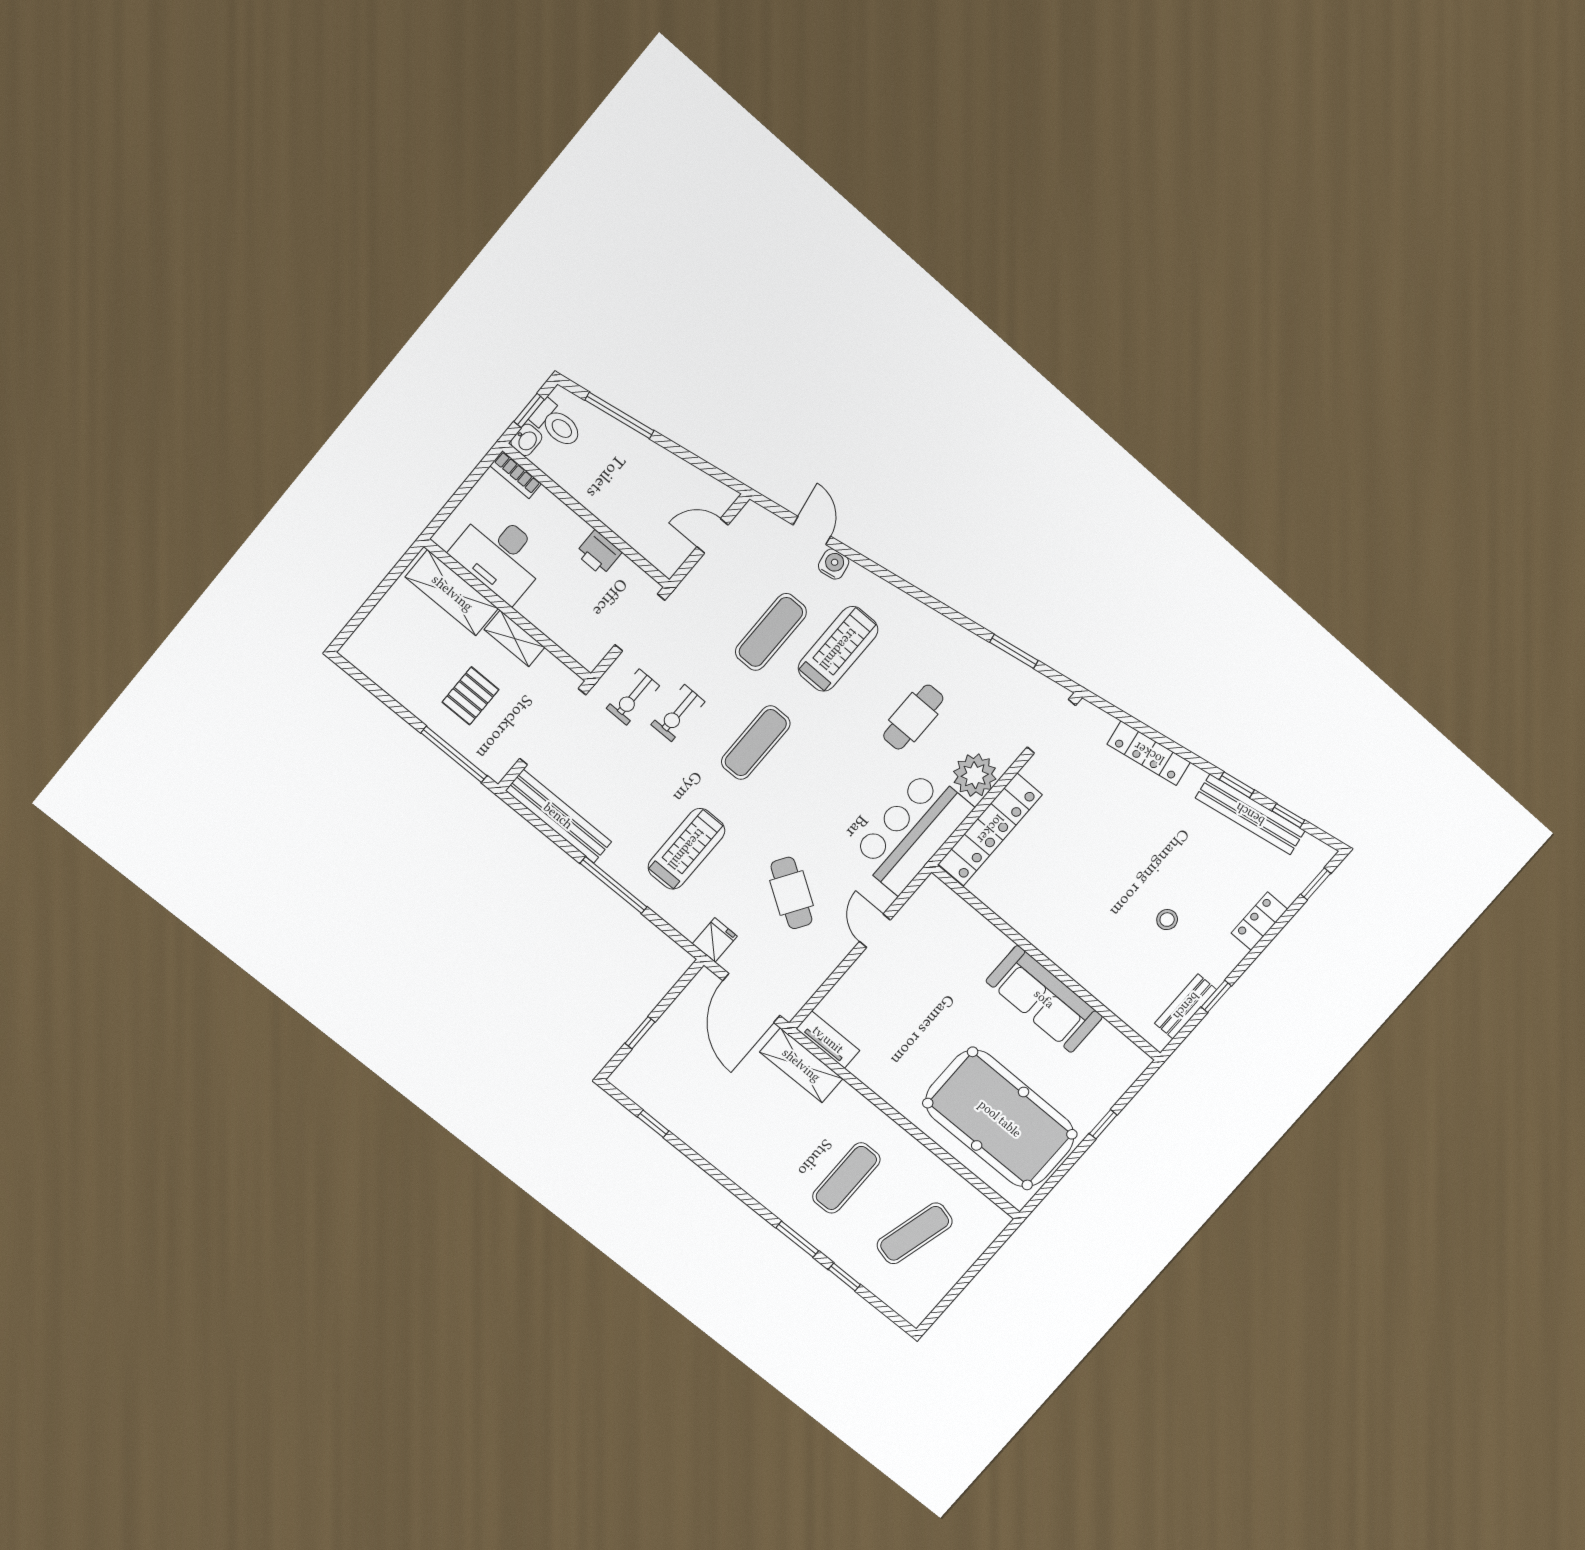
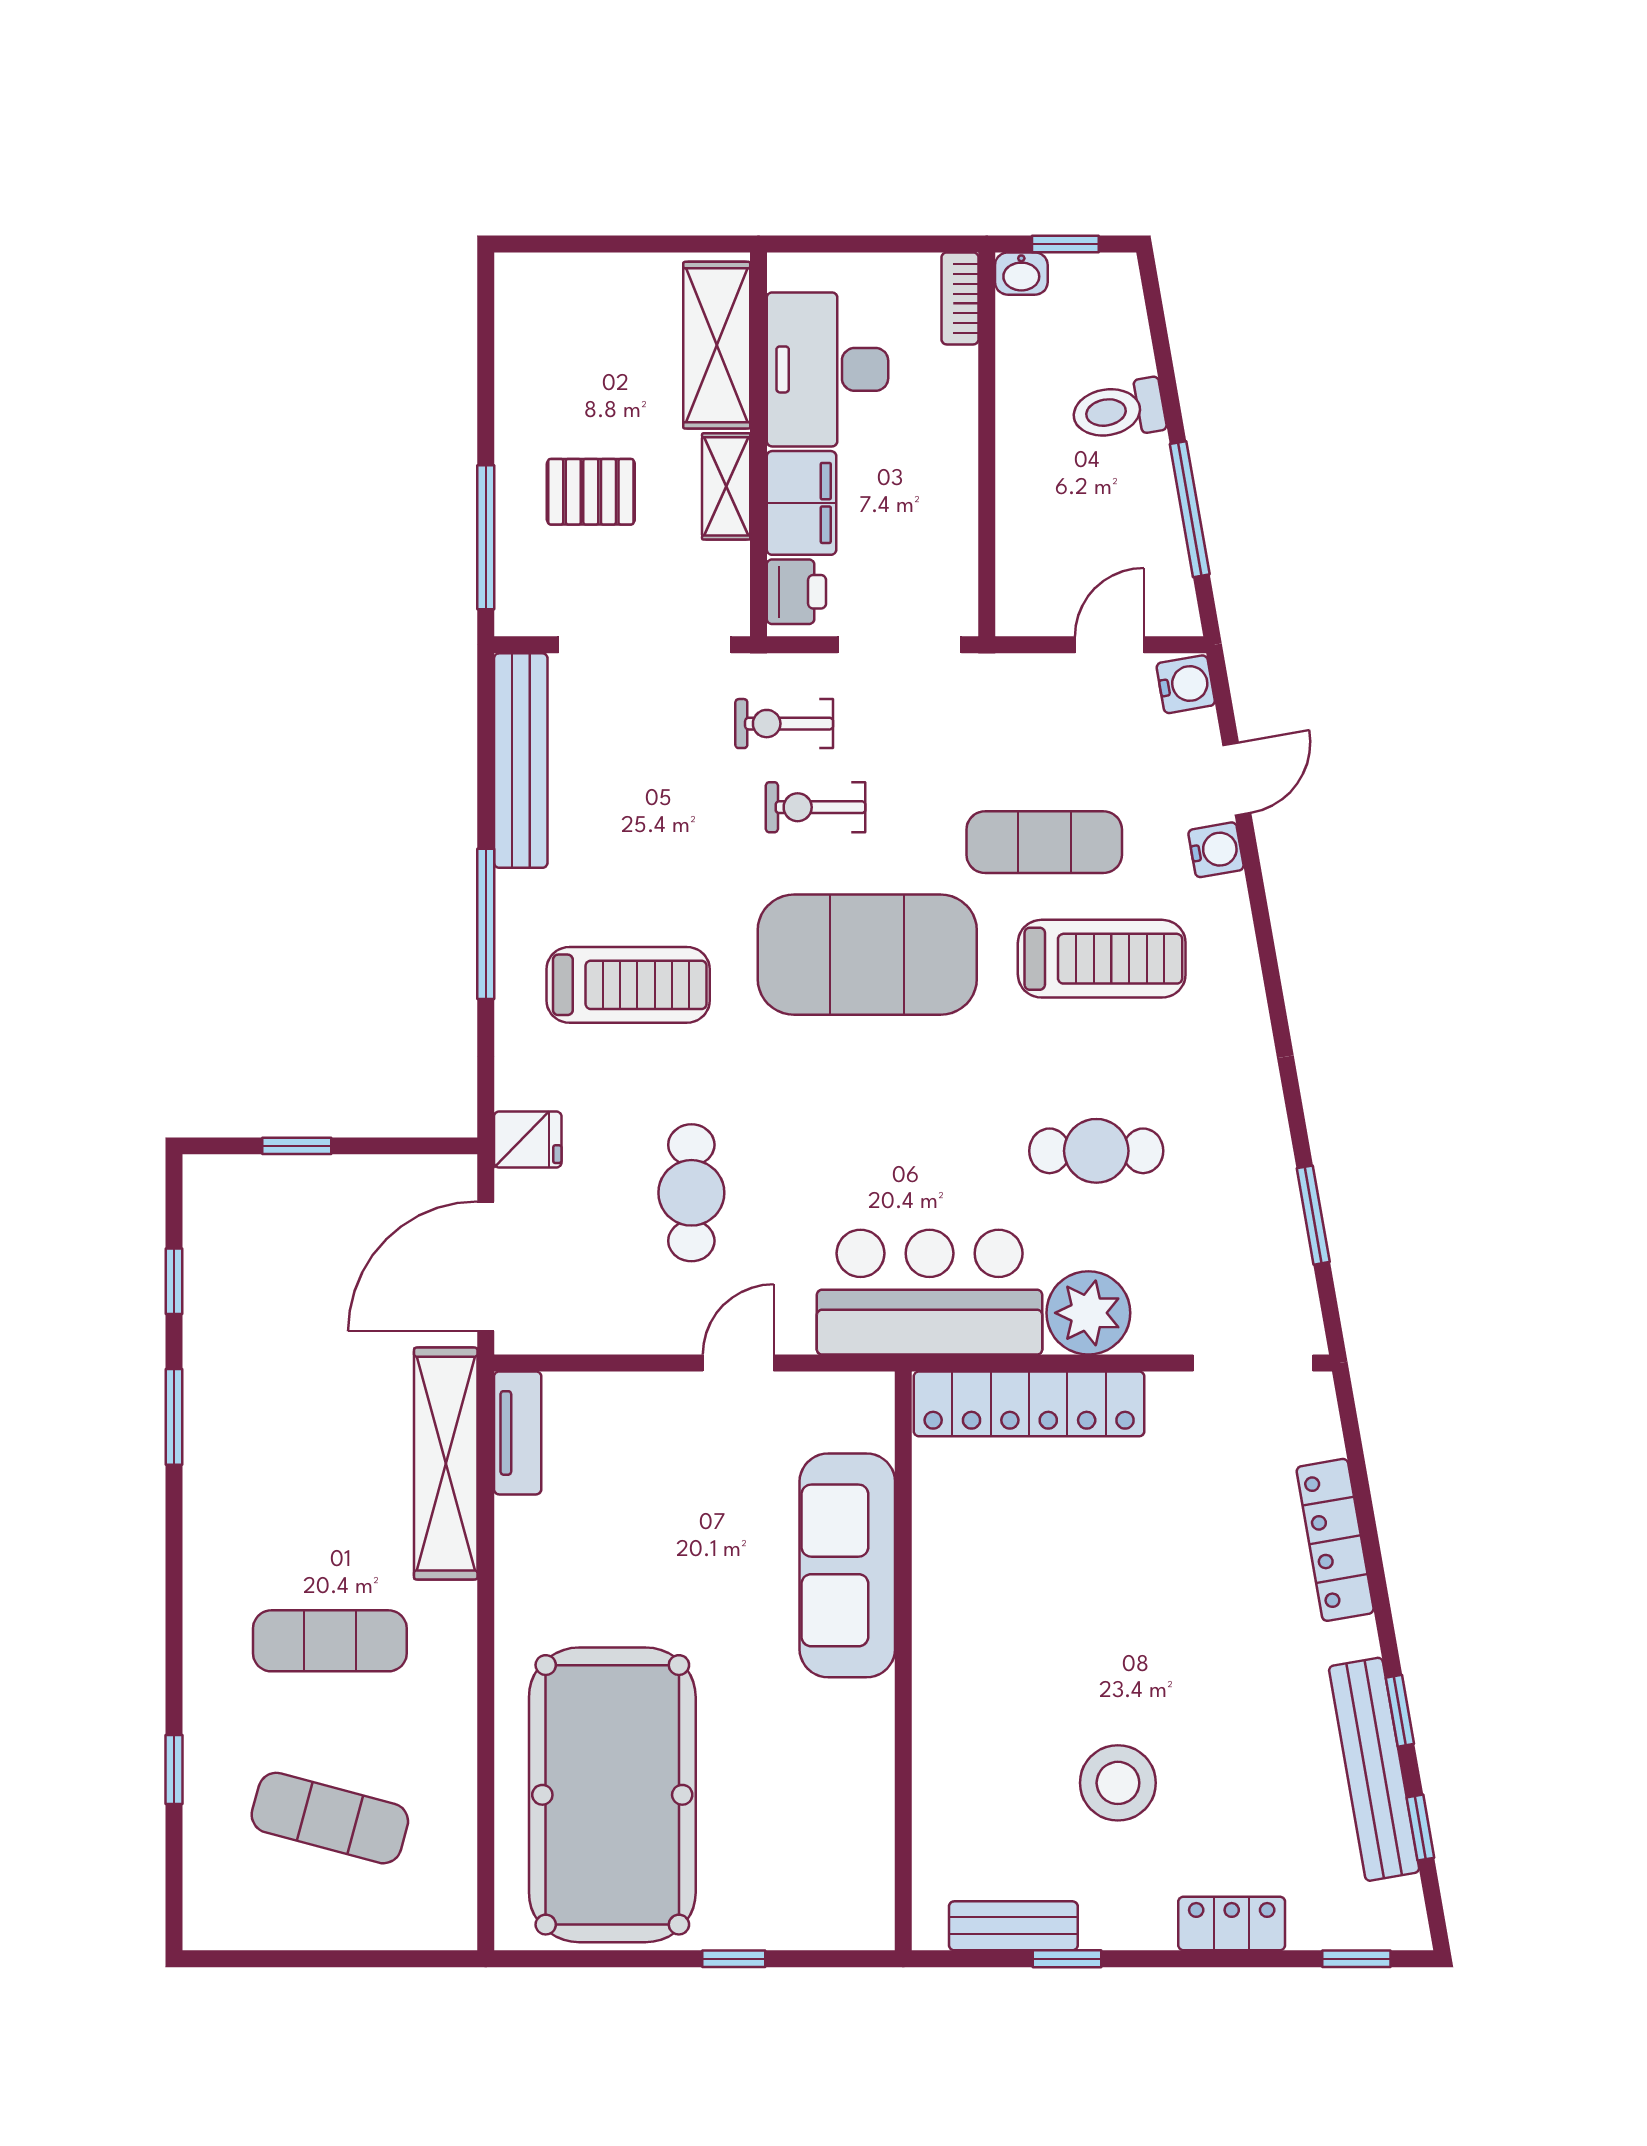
window: (619, 415) -> (1190, 509), moved
toilet: (556, 424) -> (1118, 410), moved, turned 80
water cooler: (755, 518) -> (1186, 684), added
door: (712, 536) -> (1109, 645), hinge flipped
printer: (599, 553) -> (796, 592), moved, turned 180
filing cabinet: (547, 613) -> (801, 503), added
exercise mat: (756, 743) -> (867, 955), width x2.00, depth x1.45
cafe table: (791, 893) -> (691, 1193), turned -33
stool: (1167, 920) -> (1118, 1783), width x1.89, depth x1.89
sofa: (1044, 999) -> (847, 1565), moved
shelving: (801, 1065) -> (446, 1464), width x1.47
window: (797, 1239) -> (174, 1417), moved

